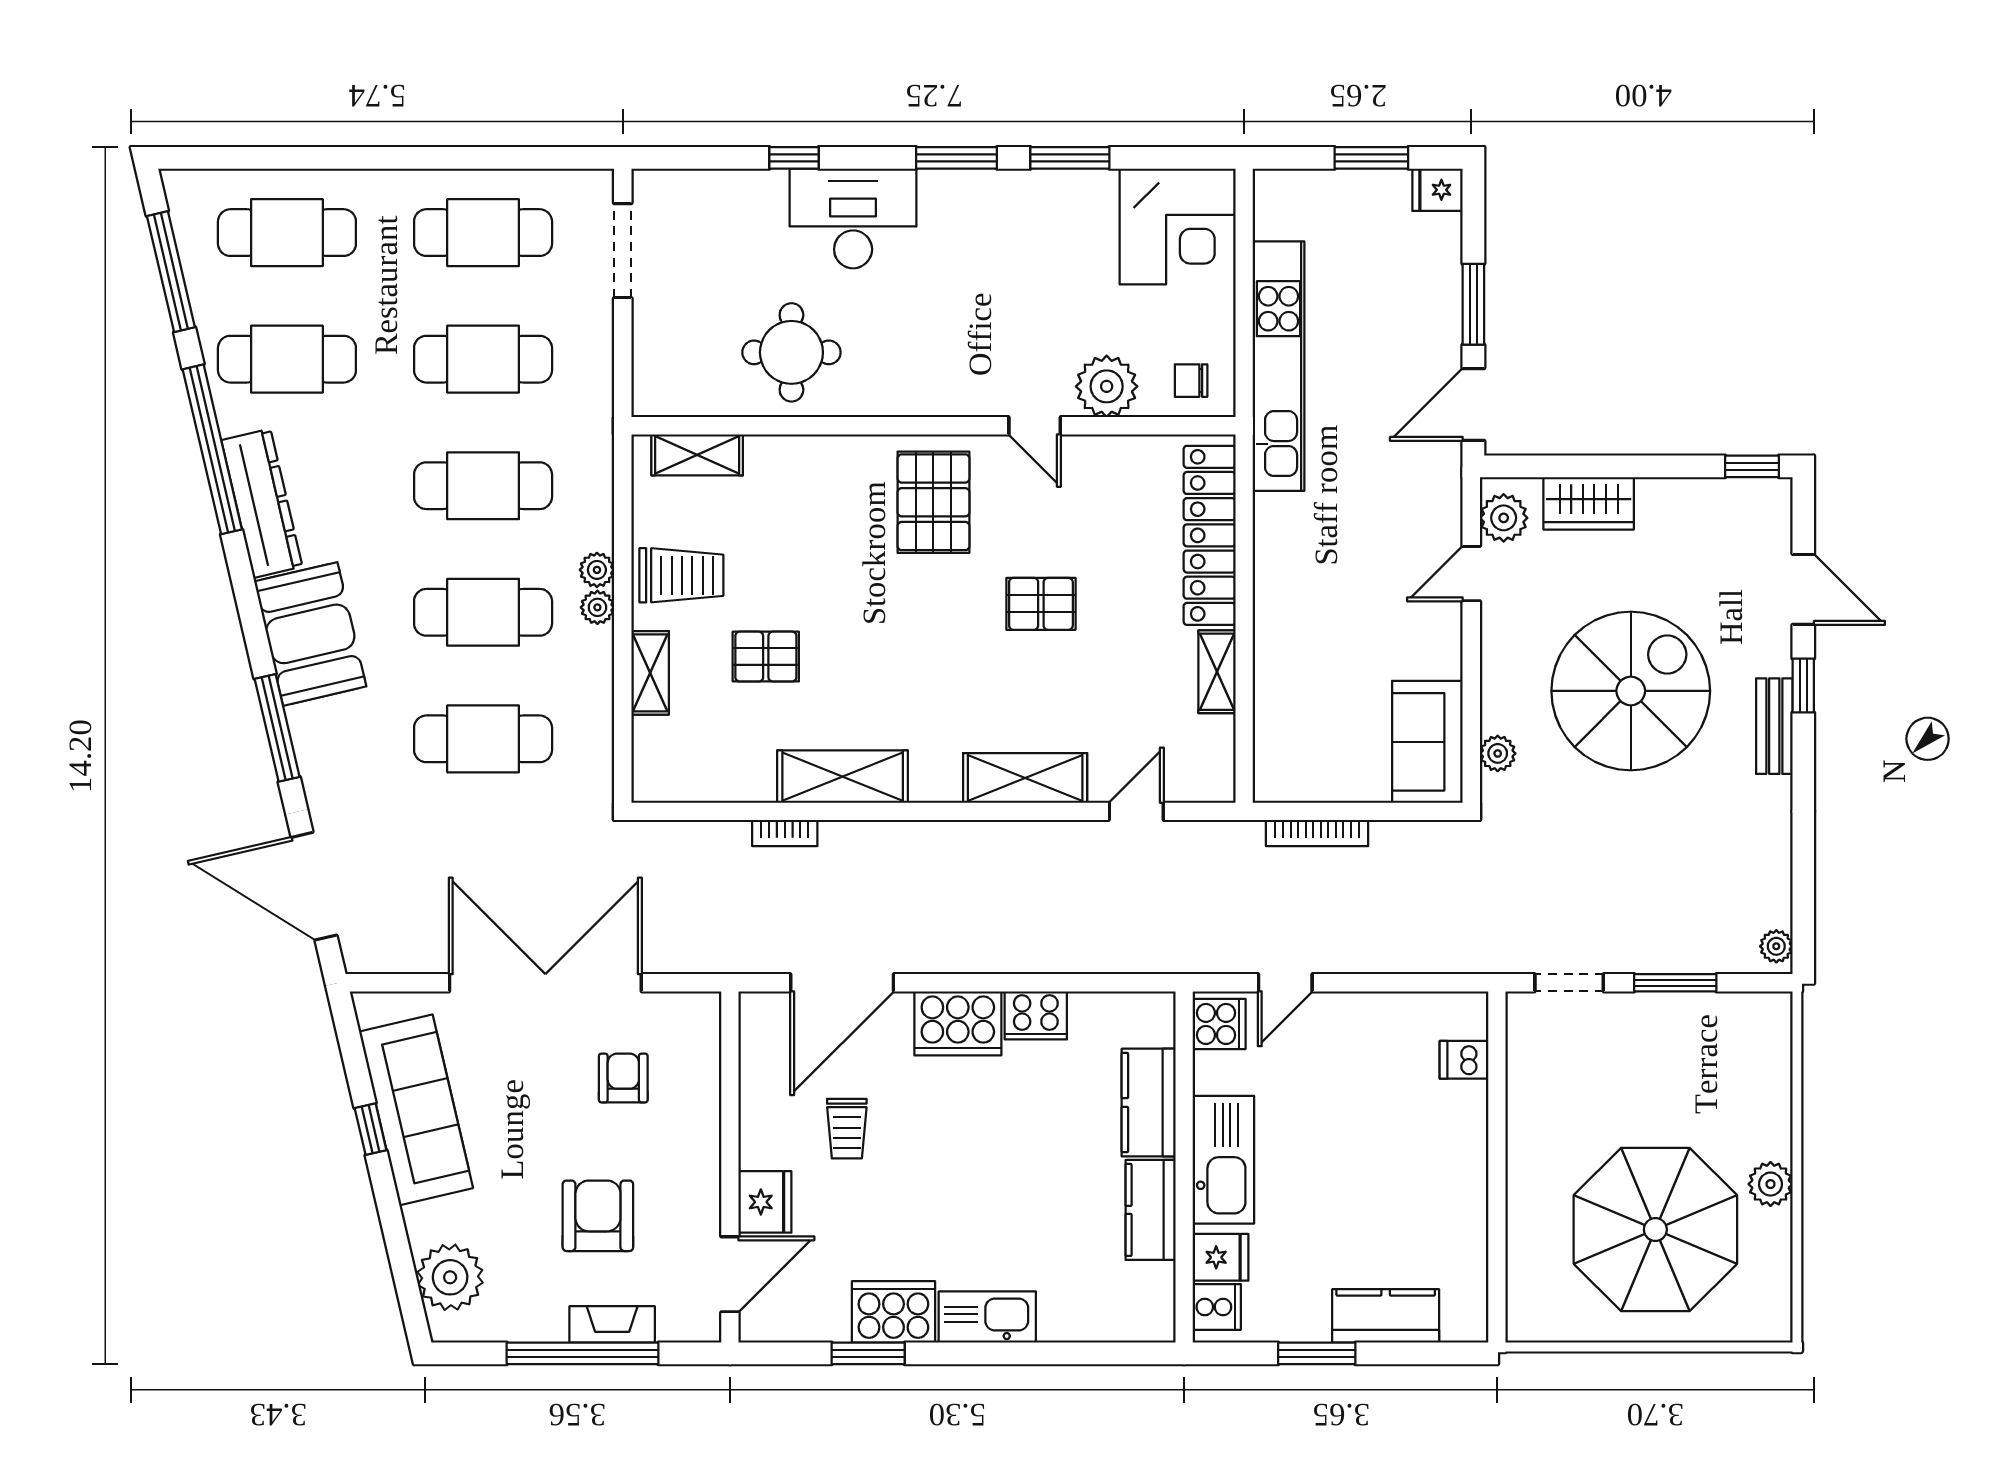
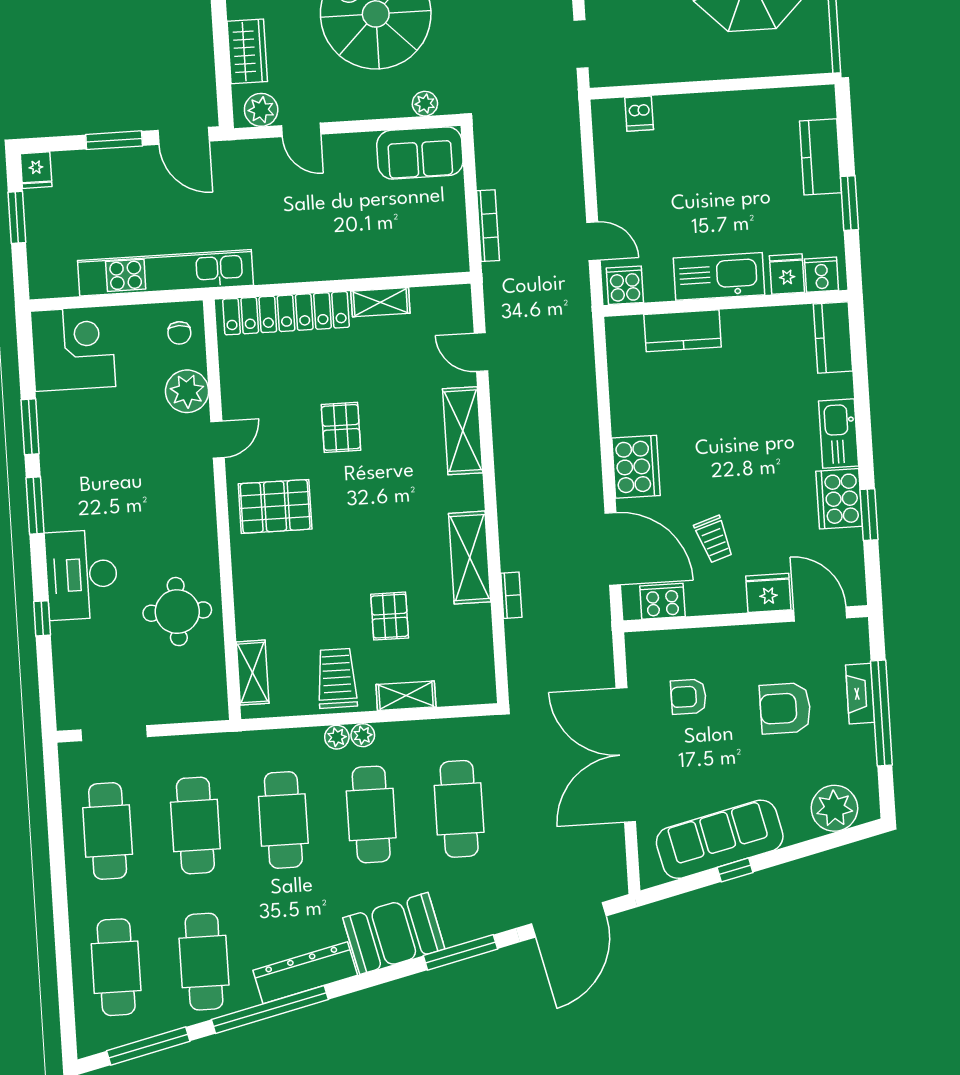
cooker: (1036, 1015) -> (662, 601), moved, turned -90
trolley: (847, 1129) -> (714, 539), turned 72
kitchen counter: (1151, 1210) -> (833, 337), moved, turned 90

